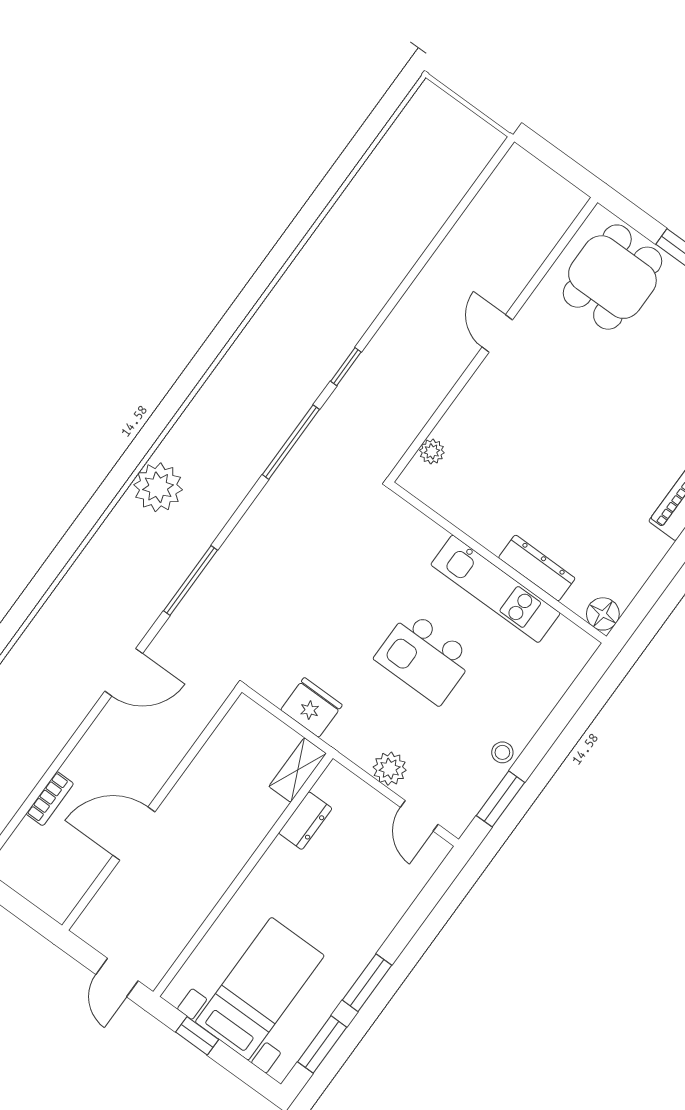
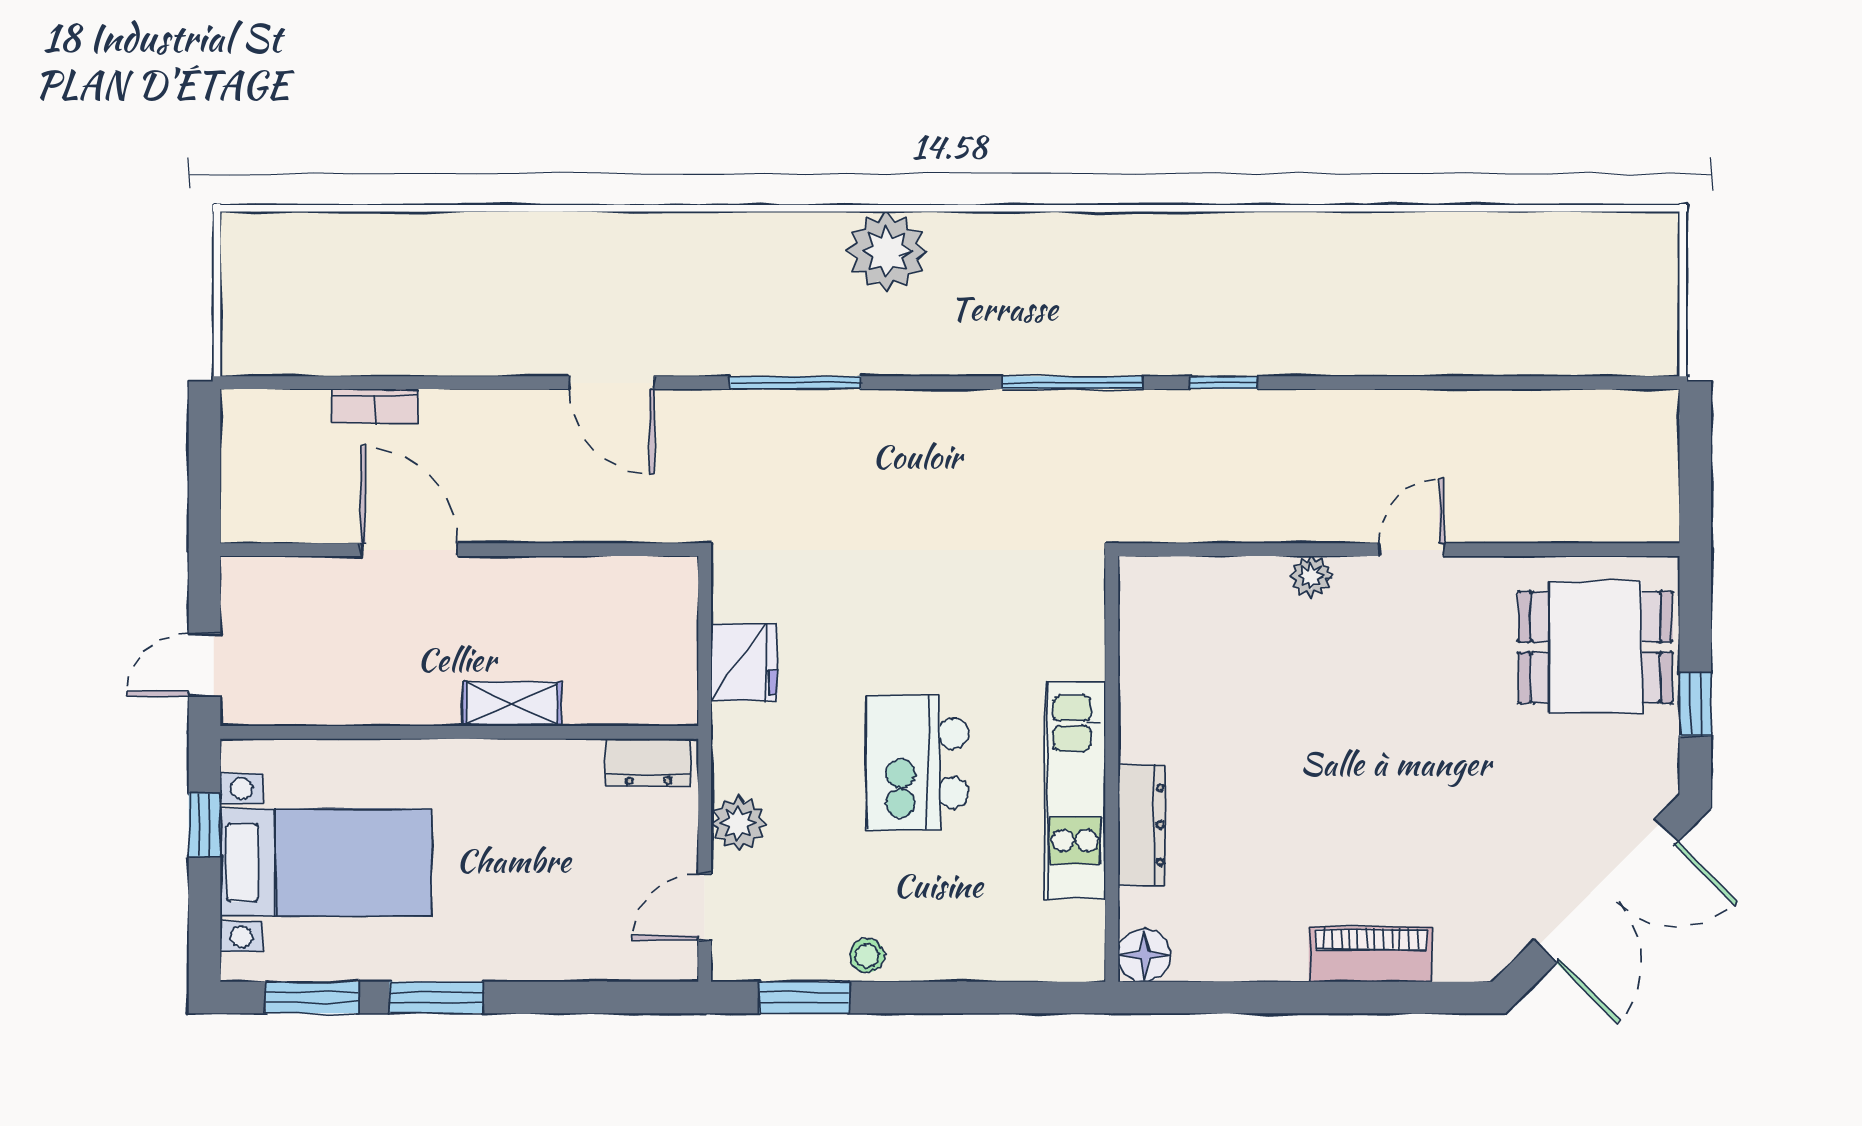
plant: (432, 451) -> (1311, 576), moved
shelving: (298, 770) -> (512, 704), moved
dresser: (305, 821) -> (648, 762), moved

